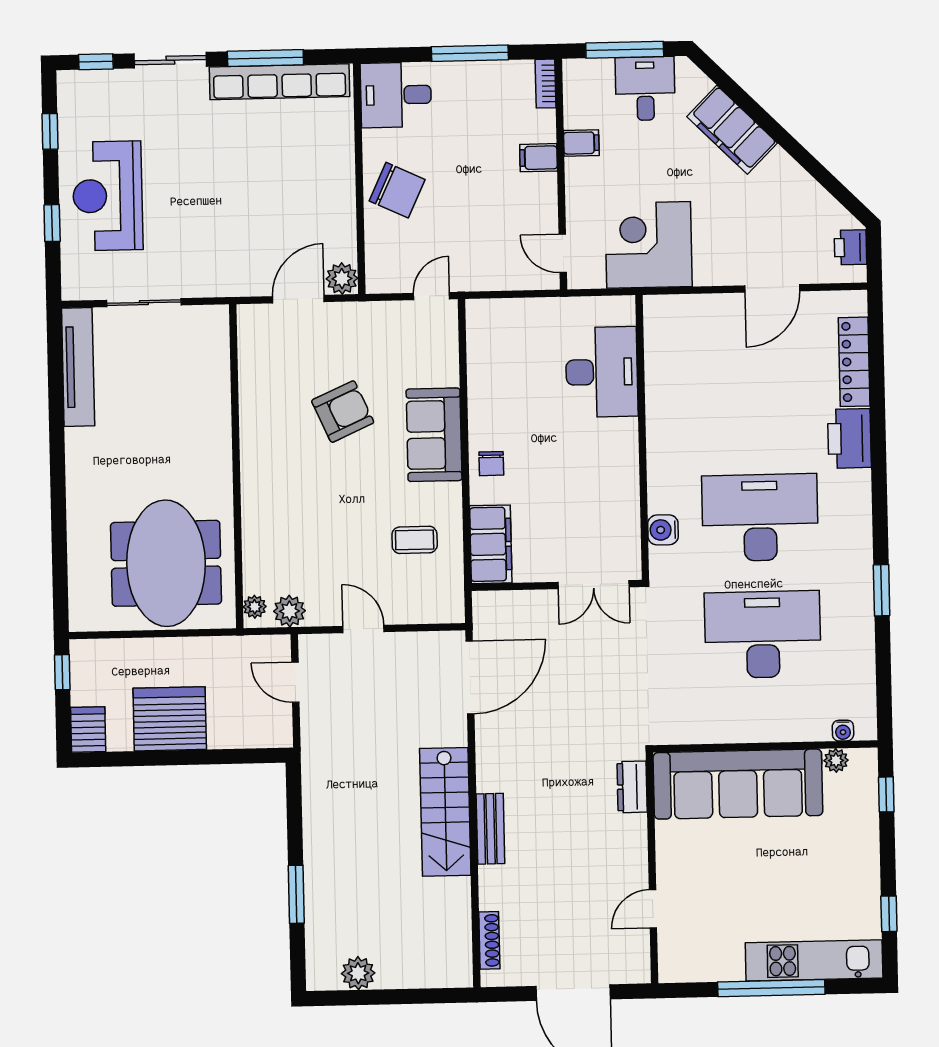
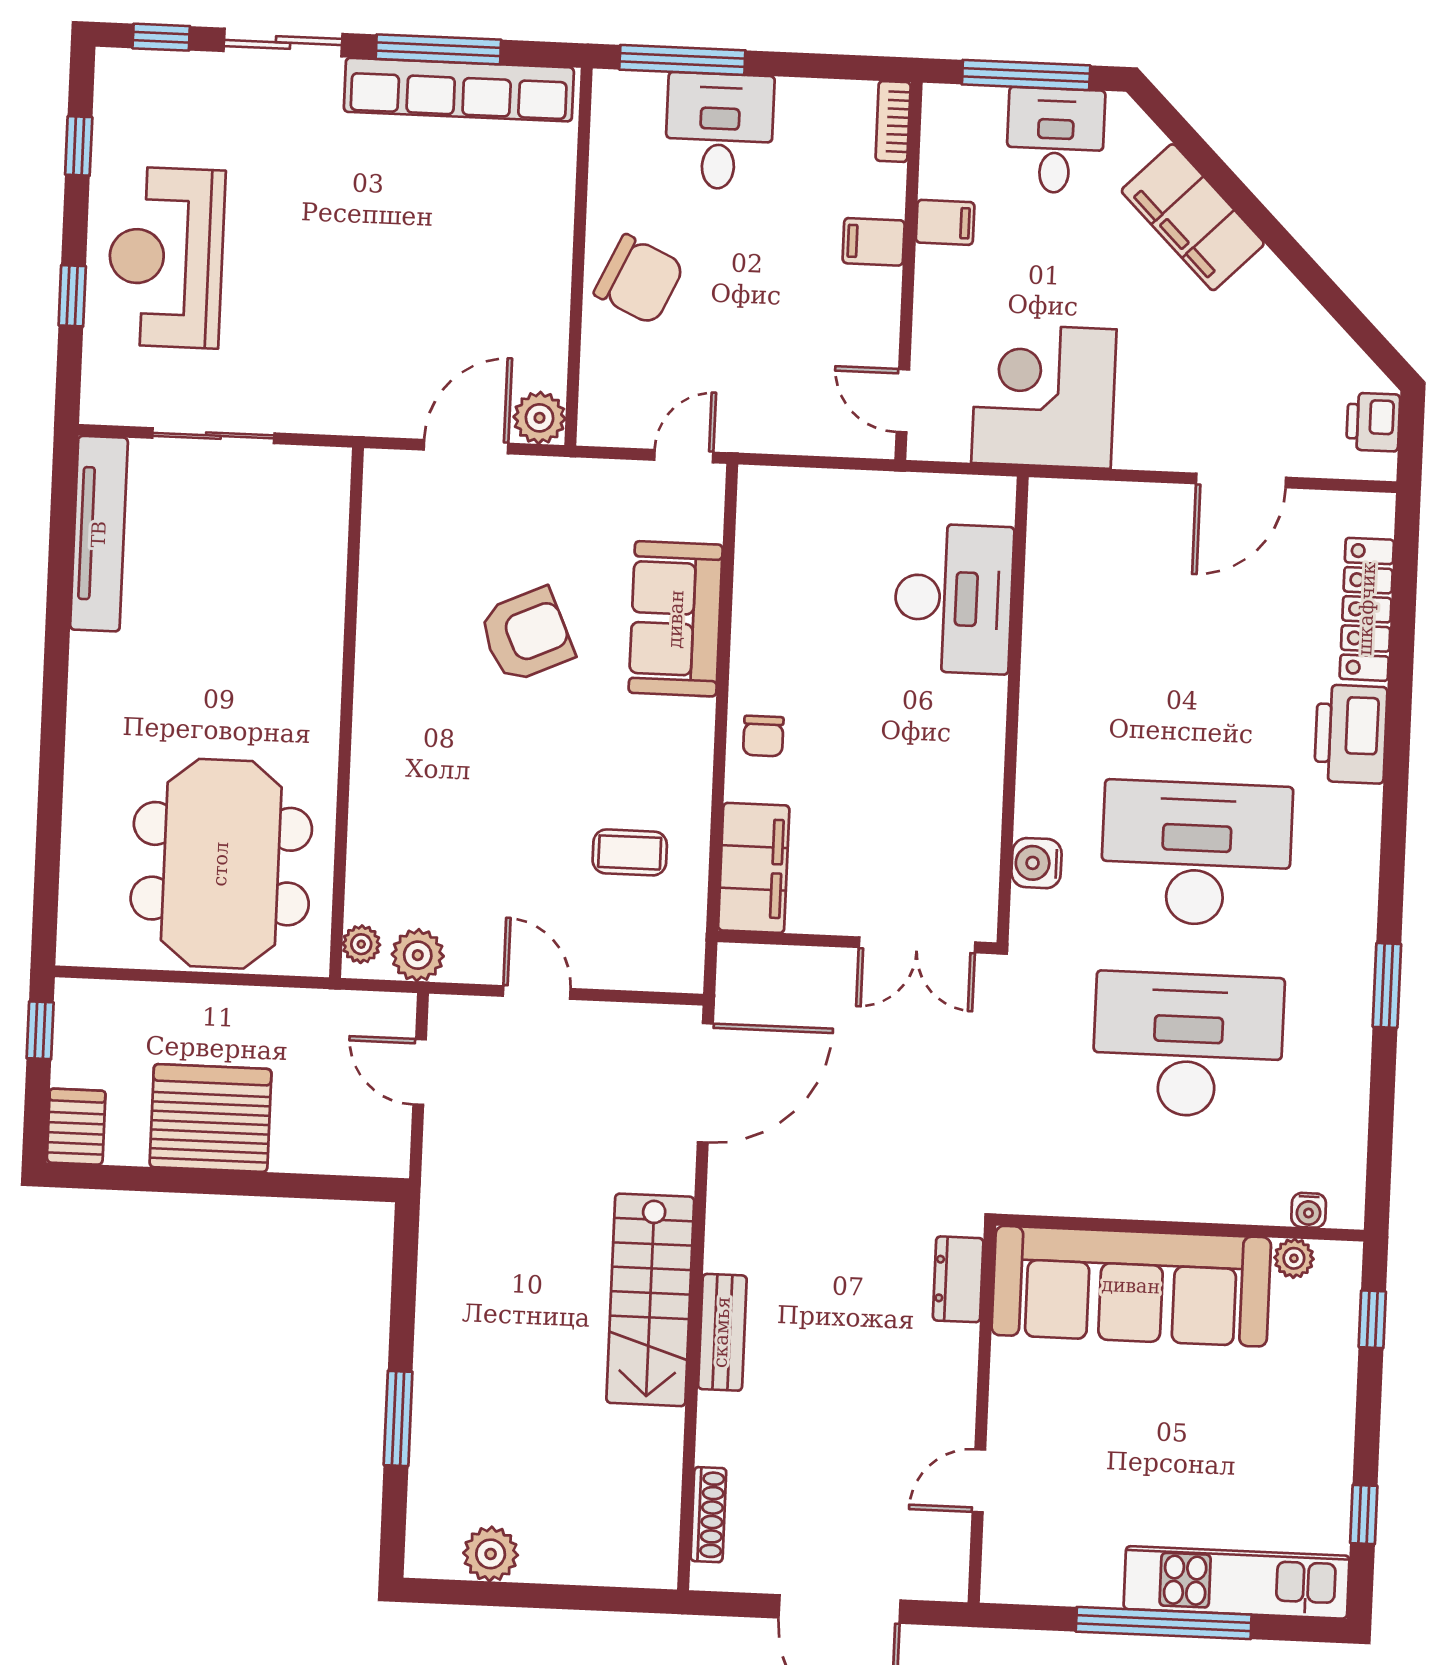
window: (470, 53) -> (682, 60), moved
desk: (396, 95) -> (719, 131), moved, turned 90
sofa: (434, 435) -> (676, 619), moved

